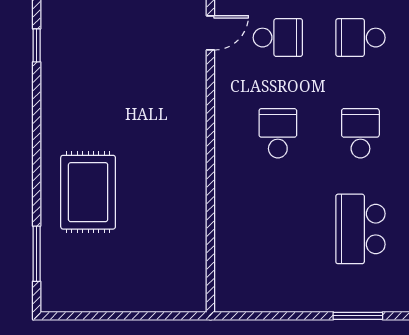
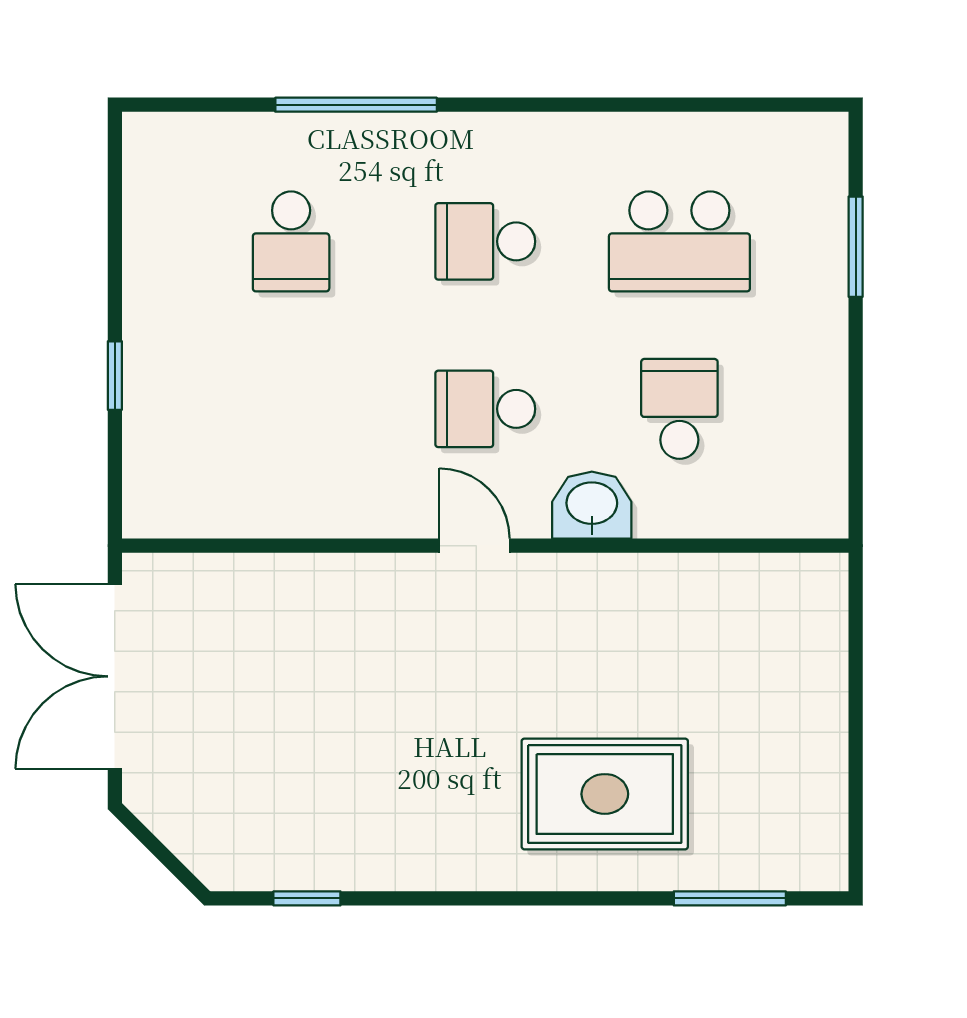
door: (210, 33) -> (474, 546), moved
school desk: (278, 38) -> (679, 409), moved
washbasin: (230, 186) -> (592, 505), added

